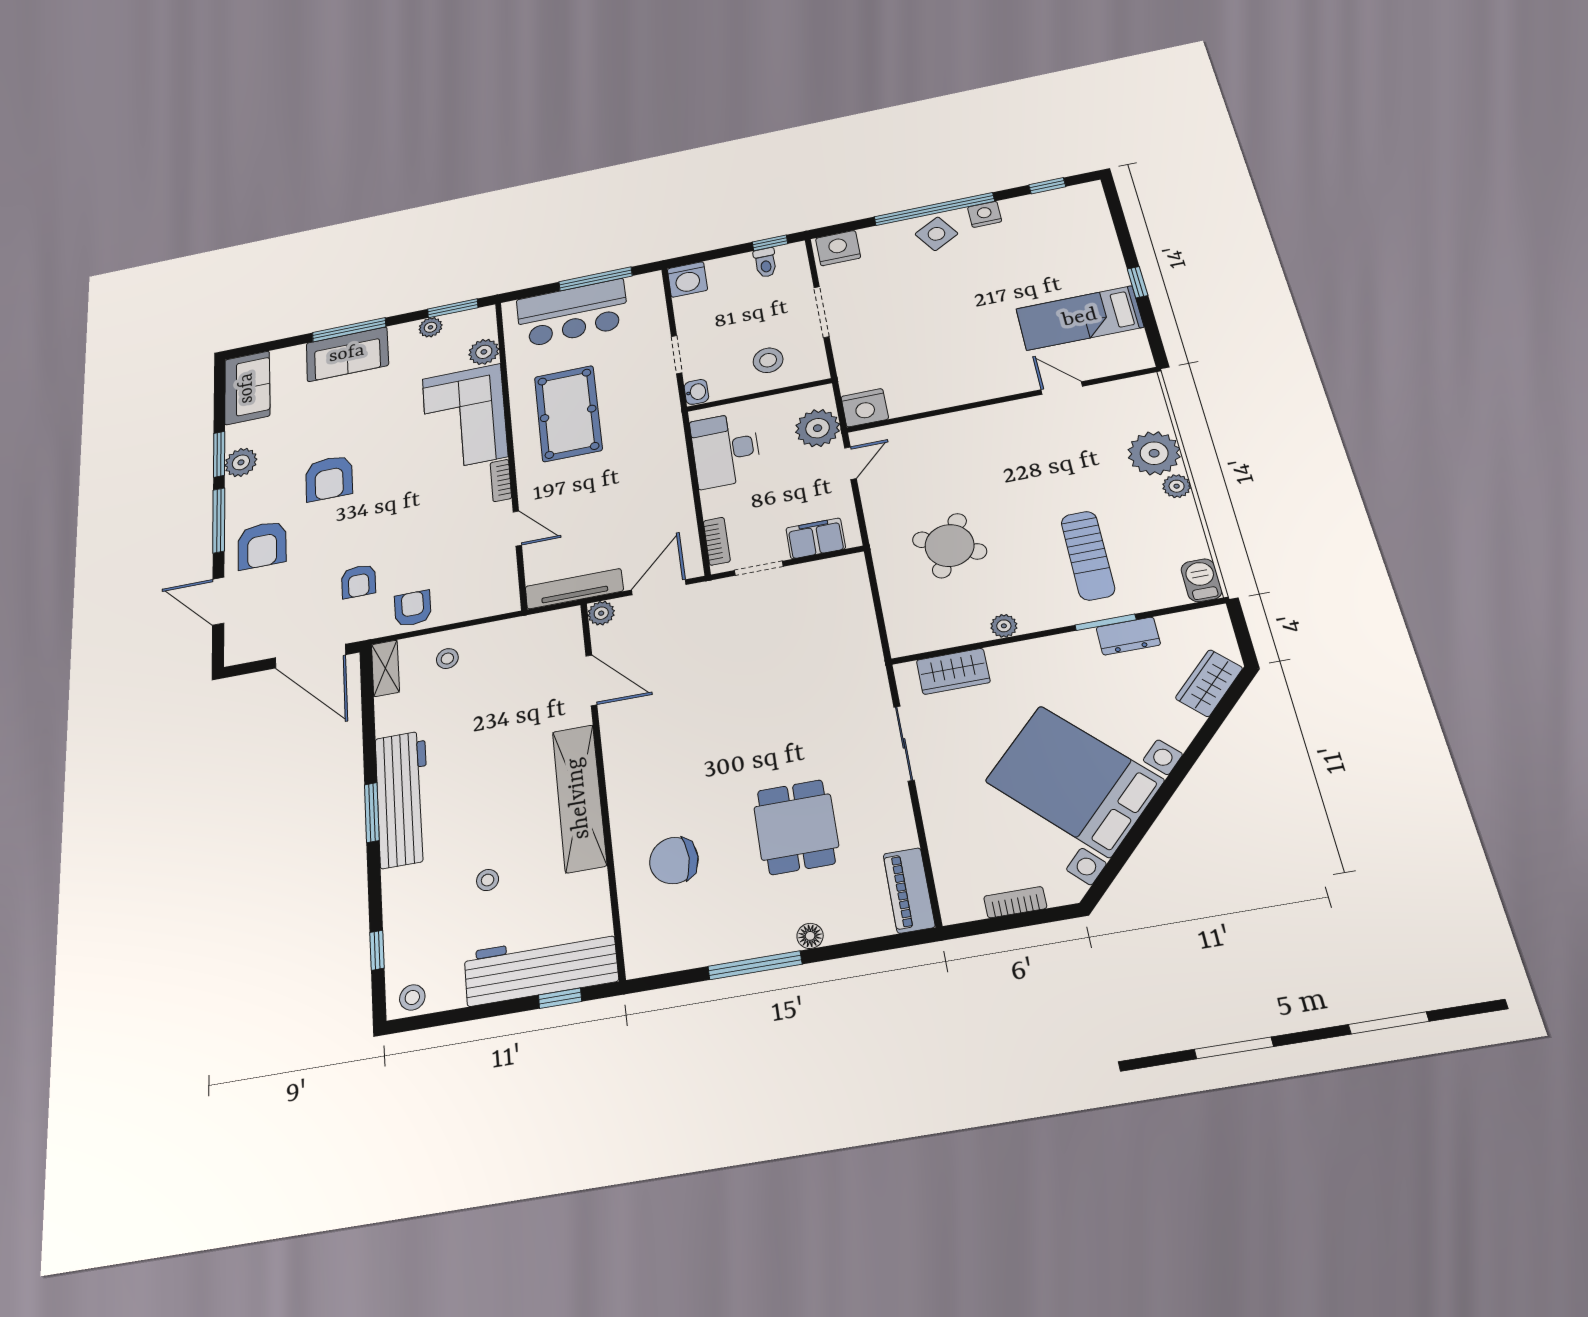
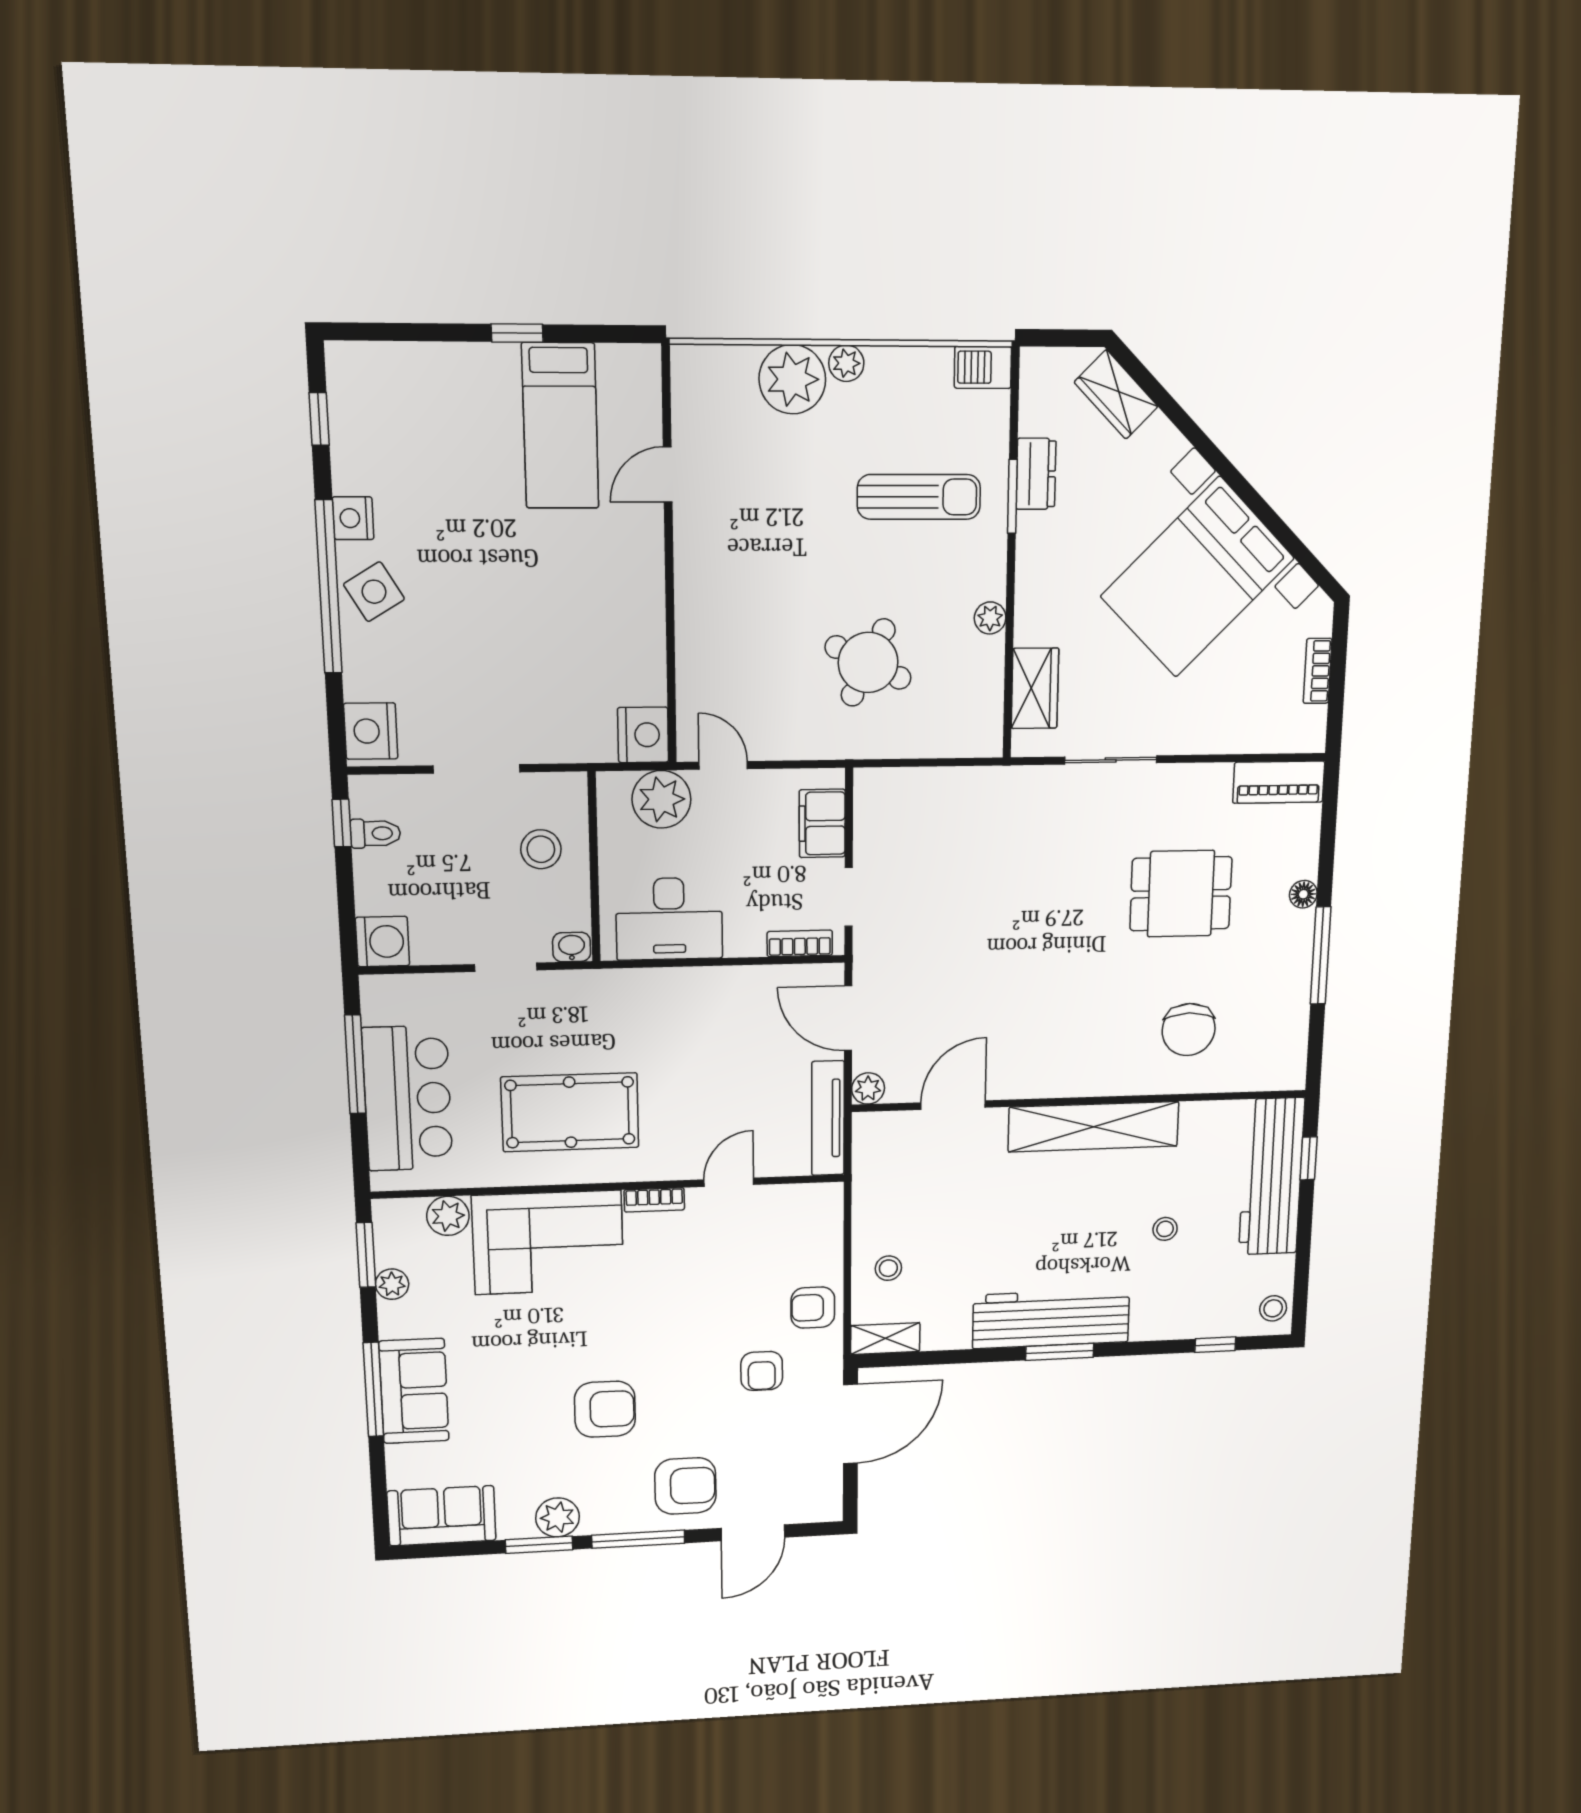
armchair: (359, 581) -> (762, 1371), turned 90

